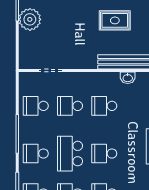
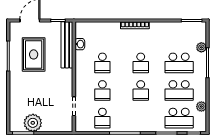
rug: (115, 20) -> (34, 54), width x1.36, depth x1.43
school desk: (36, 154) -> (141, 118), removed
school desk: (70, 154) -> (141, 90), width x0.54

